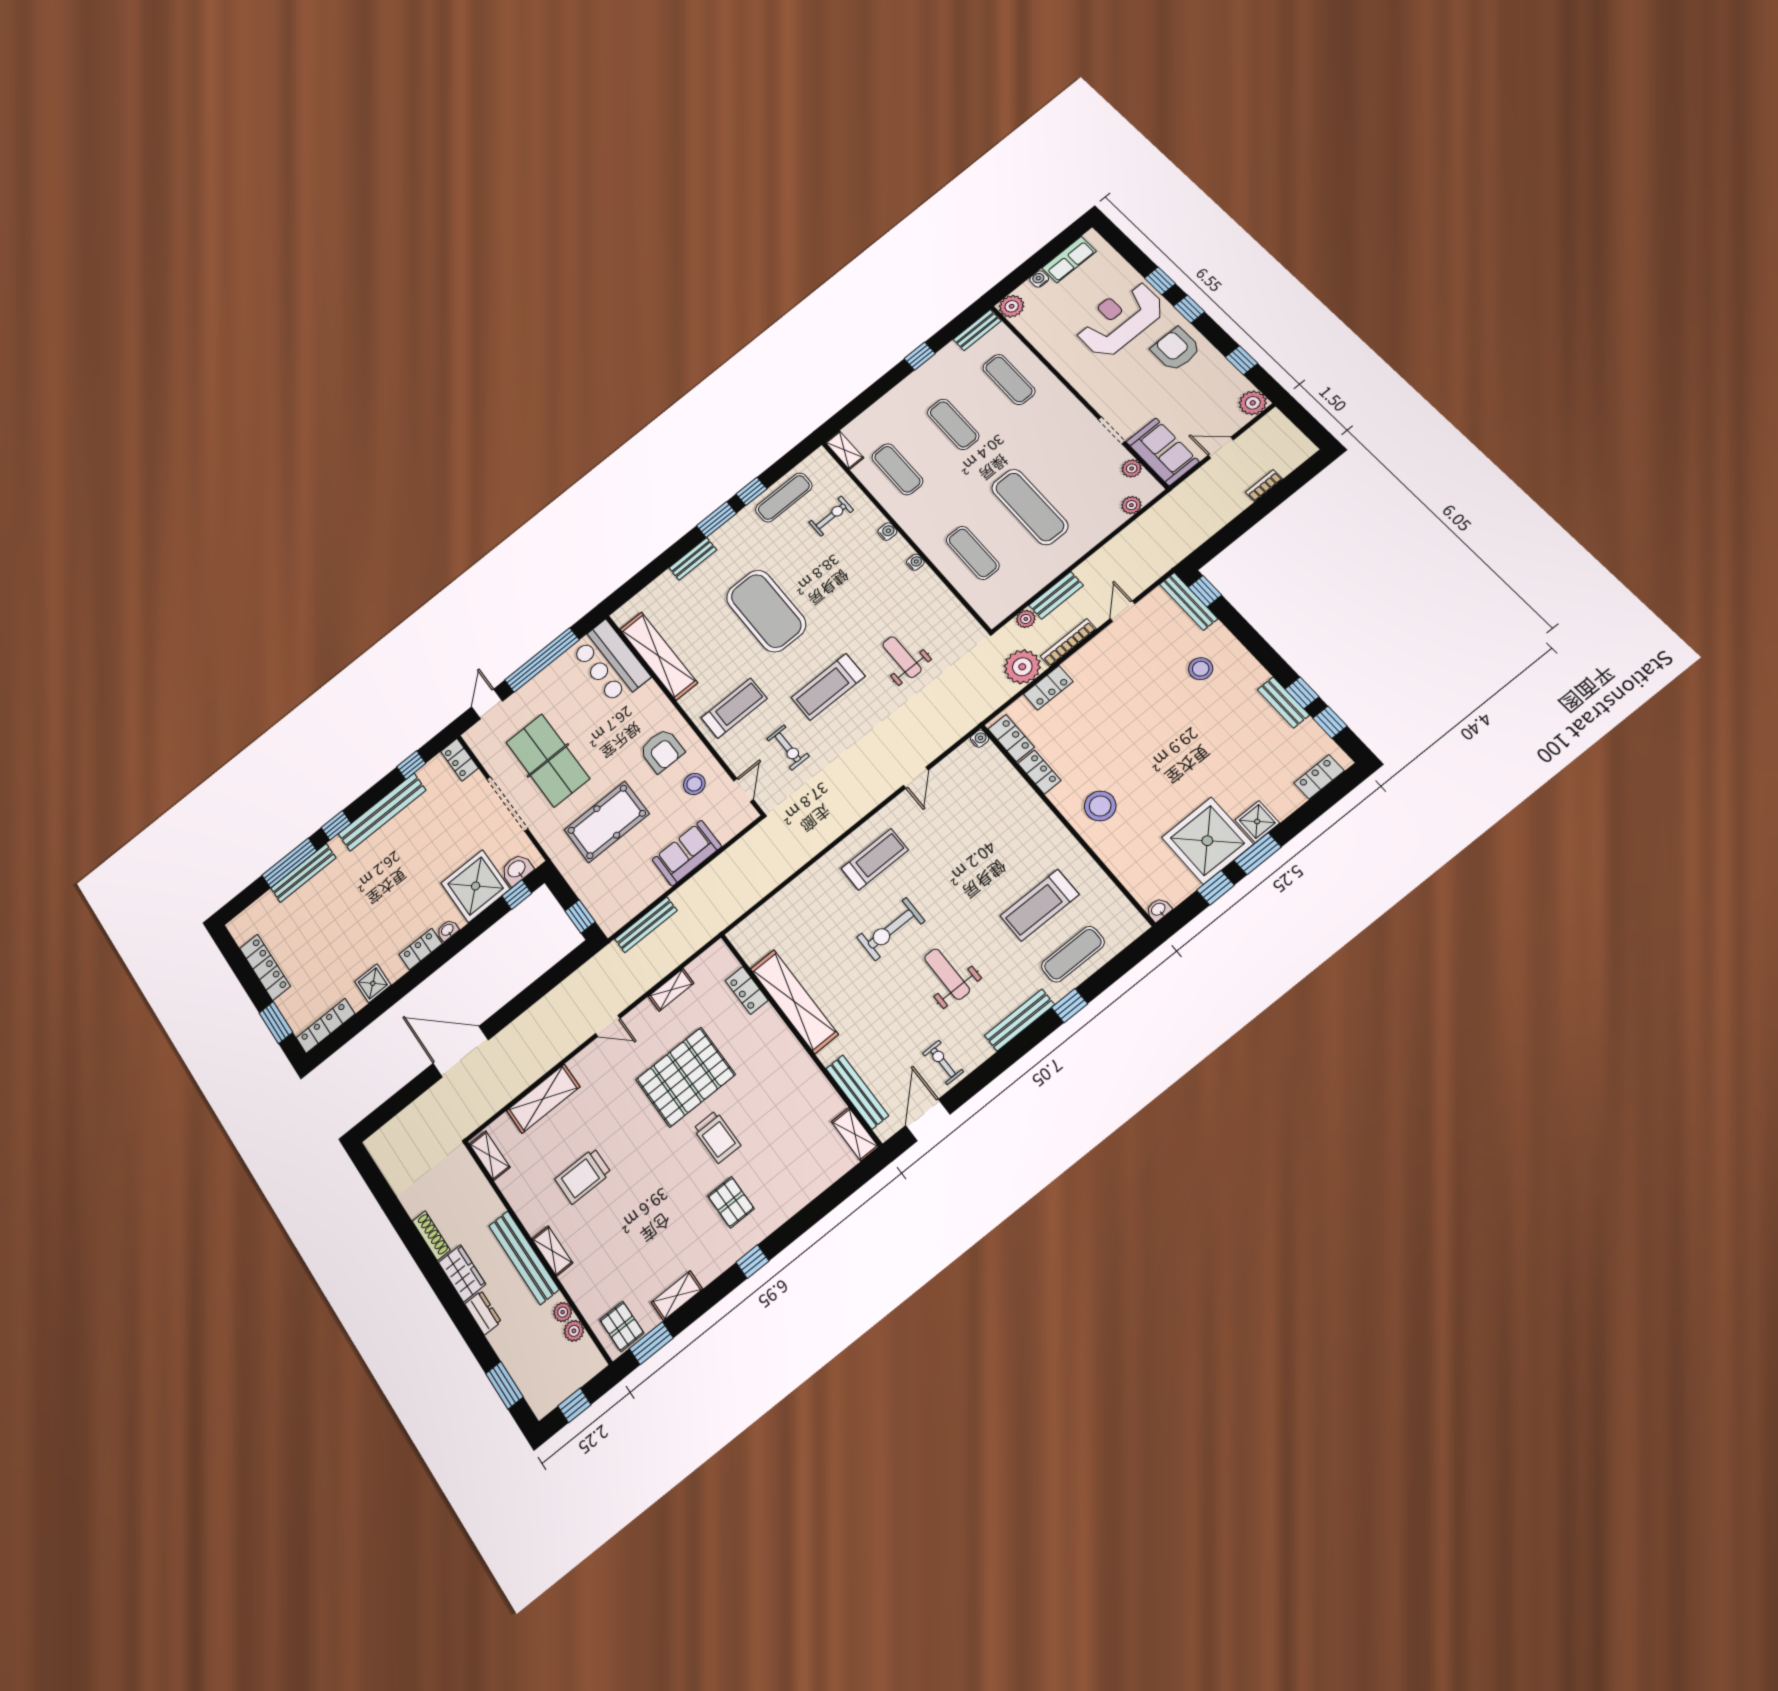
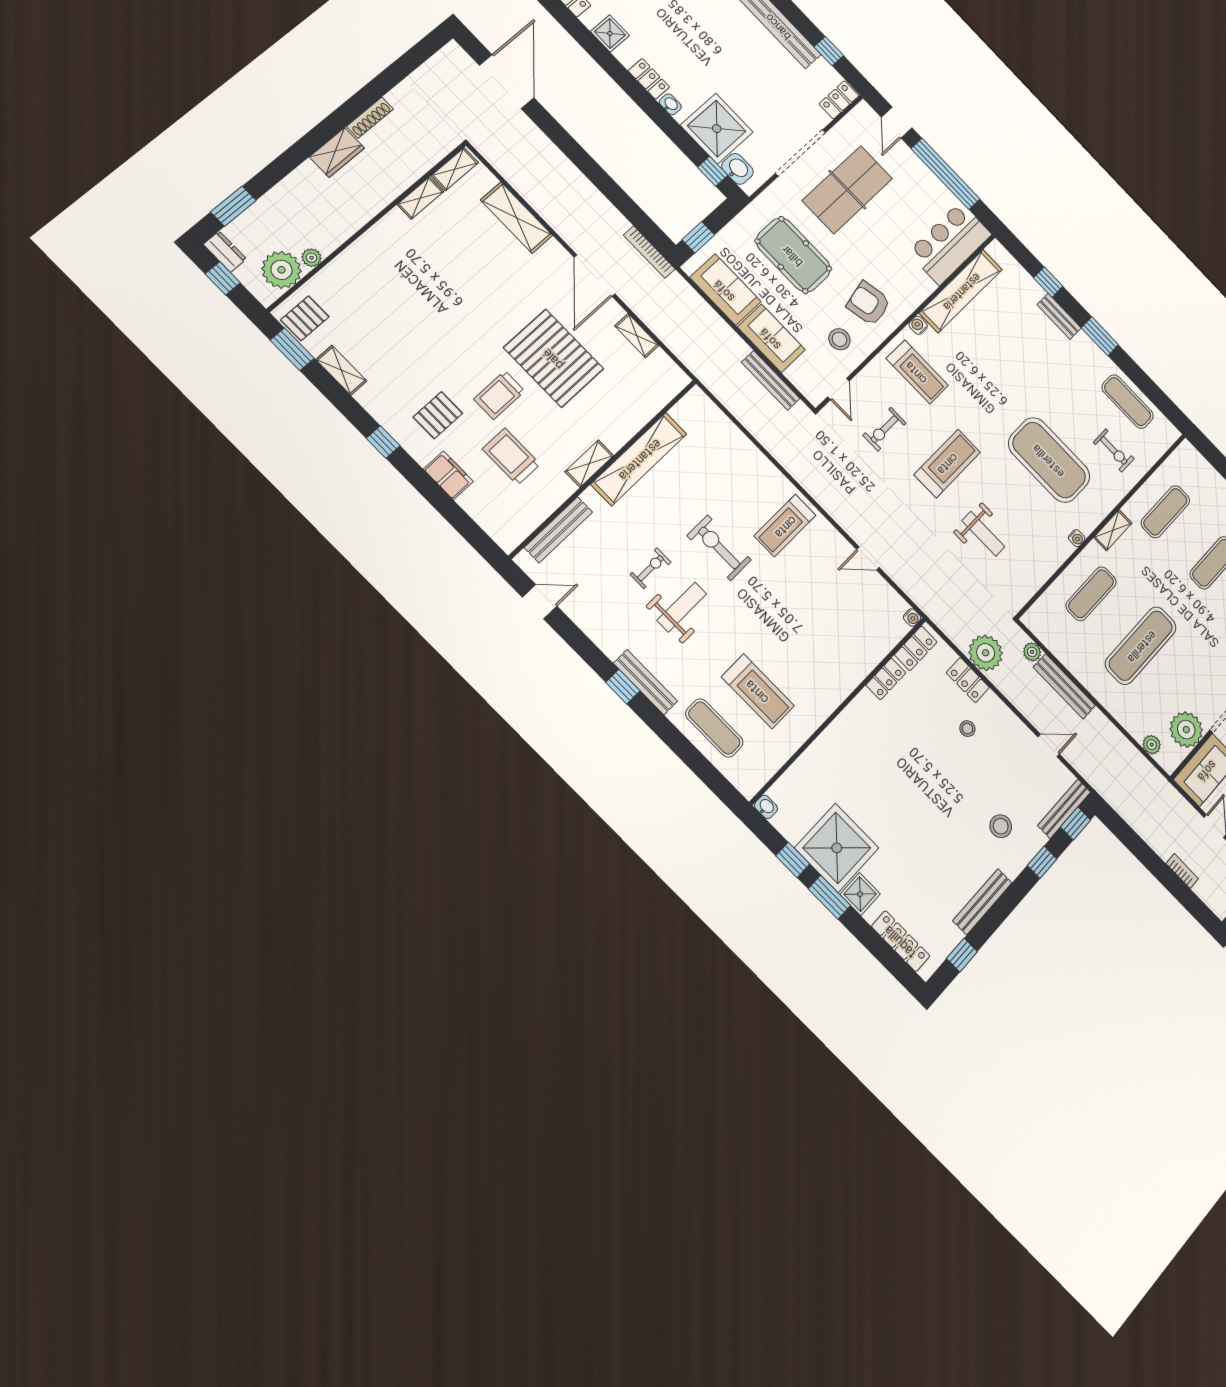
shelving: (844, 450) -> (1113, 530), moved
plant: (1132, 468) -> (1186, 730), width x1.87, depth x1.87
window: (751, 491) -> (1048, 282), moved
water cooler: (887, 532) -> (918, 325), moved, turned 180
bench: (1056, 595) -> (1064, 686), width x1.36
exercise mat: (766, 611) -> (1049, 460), moved, turned 90
bookcase: (1068, 643) -> (649, 252), moved, turned 180
weight bench: (902, 657) -> (983, 534), turned 90
treadmill: (828, 687) -> (947, 463), turned 90
window: (1302, 693) -> (1042, 862), moved
bench: (1283, 702) -> (982, 902), width x1.36
door: (487, 704) -> (897, 123), swing flipped
armchair: (662, 751) -> (869, 304), turned 78
locker: (1319, 777) -> (901, 941), width x1.53
door: (744, 790) -> (838, 389), hinge flipped
stool: (1100, 806) -> (967, 729), moved, width x0.53, depth x0.53
treadmill: (875, 859) -> (785, 526), turned 90
sofa: (634, 895) -> (725, 290), added
treadmill: (1040, 905) -> (758, 691), turned 180
bench: (646, 925) -> (771, 380), moved
locker: (747, 990) -> (644, 411), removed
window: (1070, 1006) -> (623, 687), moved
door: (608, 1026) -> (595, 276), width x1.87
door: (461, 1052) -> (507, 82), moved
exercise bike: (943, 1062) -> (651, 568), moved
door: (928, 1120) -> (540, 602), width x0.73
shelving: (855, 1134) -> (589, 464), moved
trolley: (583, 1176) -> (511, 457), moved
filing cabinet: (792, 1199) -> (448, 475), added
shelving: (552, 1251) -> (420, 198), moved
bench: (524, 1258) -> (360, 214), removed
dresser: (483, 1313) -> (225, 252), moved, turned -90
plant: (574, 1331) -> (281, 270), width x1.88, depth x1.88

